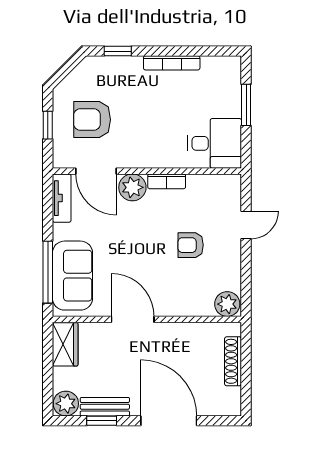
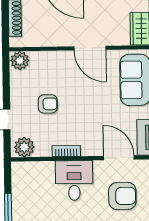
desk: (215, 143) -> (74, 180), moved, turned 90
plant: (132, 187) -> (24, 147), moved

